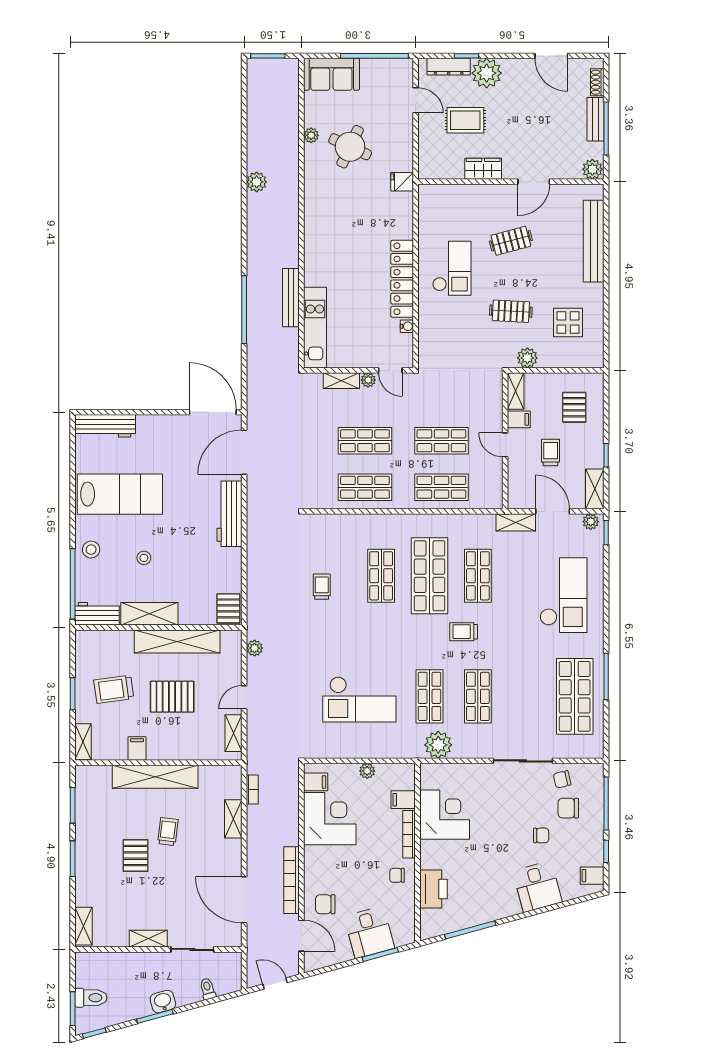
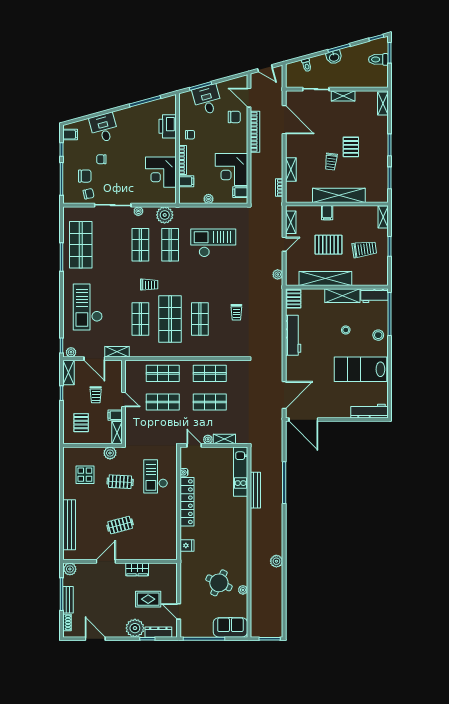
fridge: (402, 182) -> (187, 545), moved
checkout: (452, 268) -> (156, 476), moved
workbench: (230, 514) -> (293, 335), moved
filing cabinet: (137, 749) -> (327, 213), moved
plant: (481, 751) -> (138, 211), added

